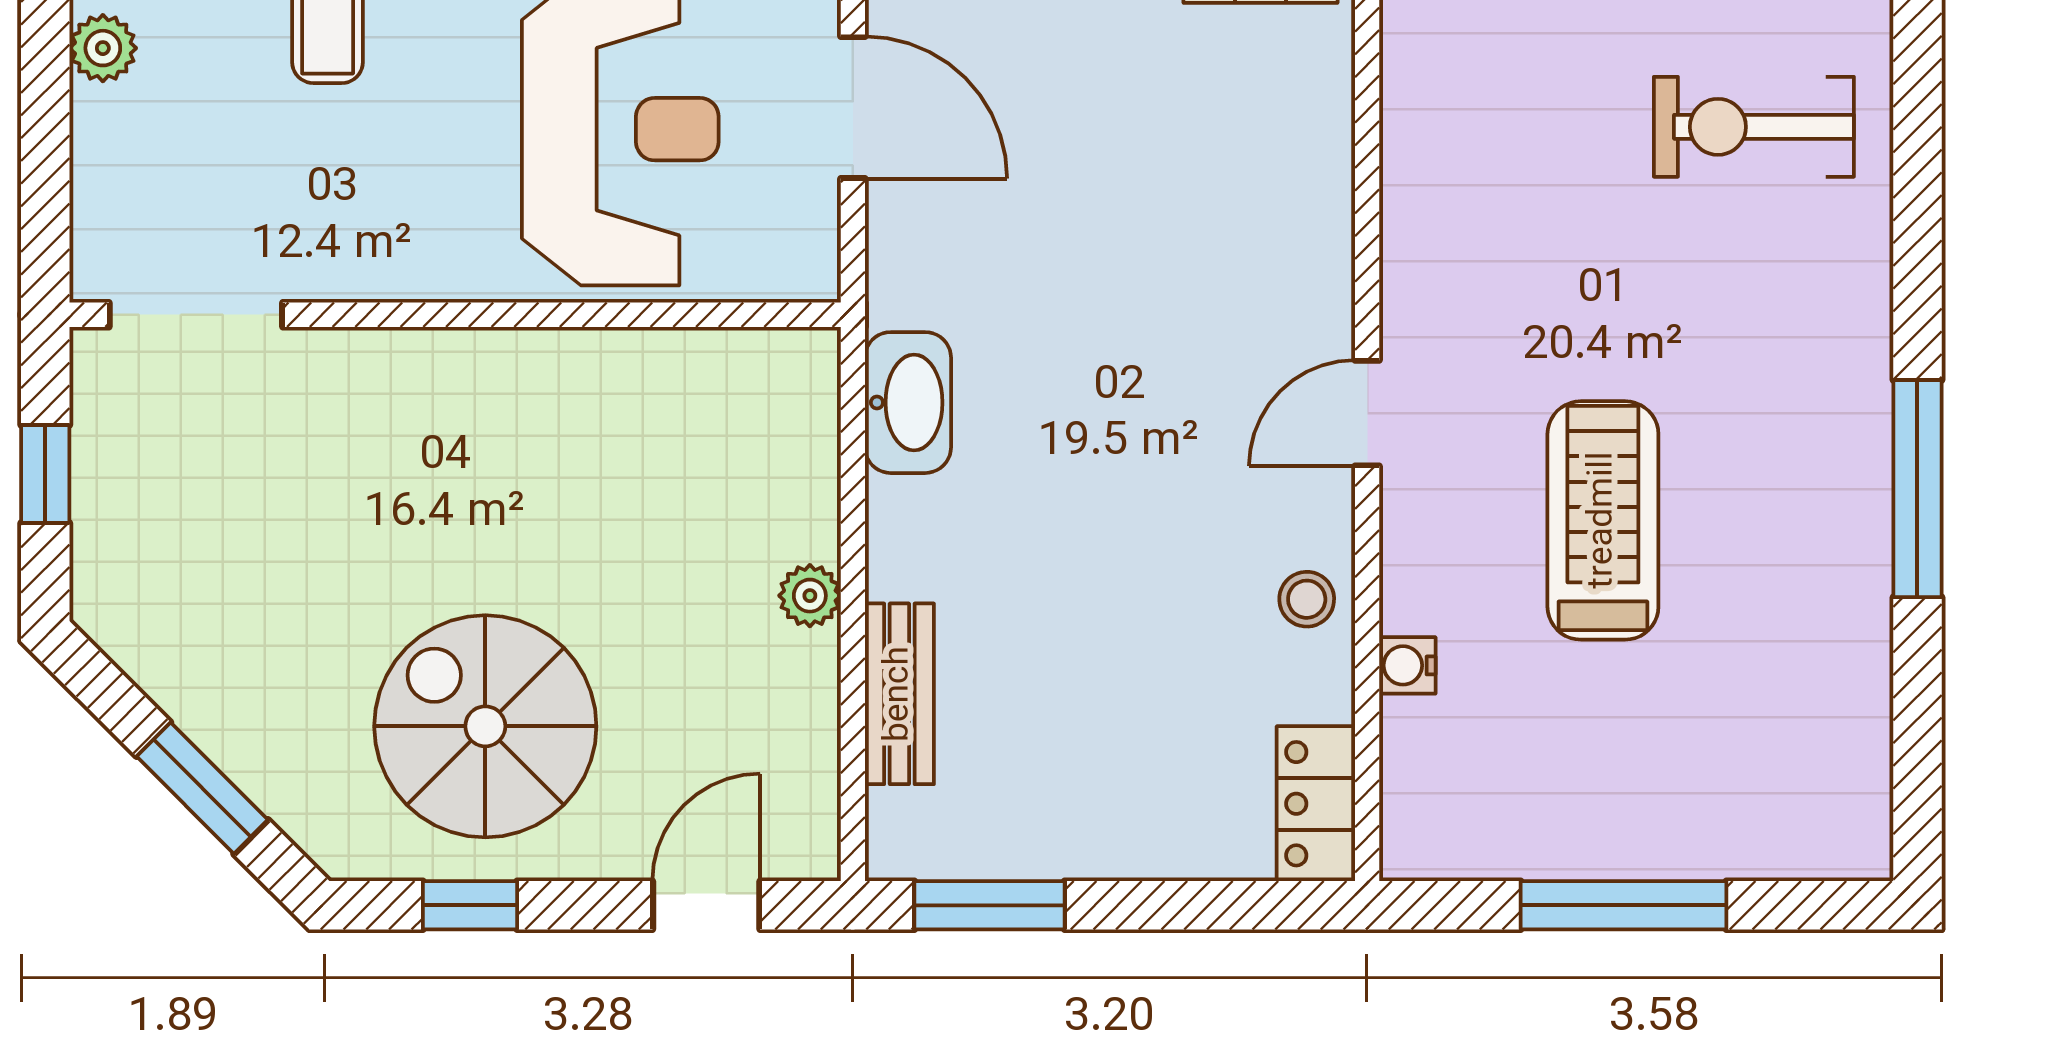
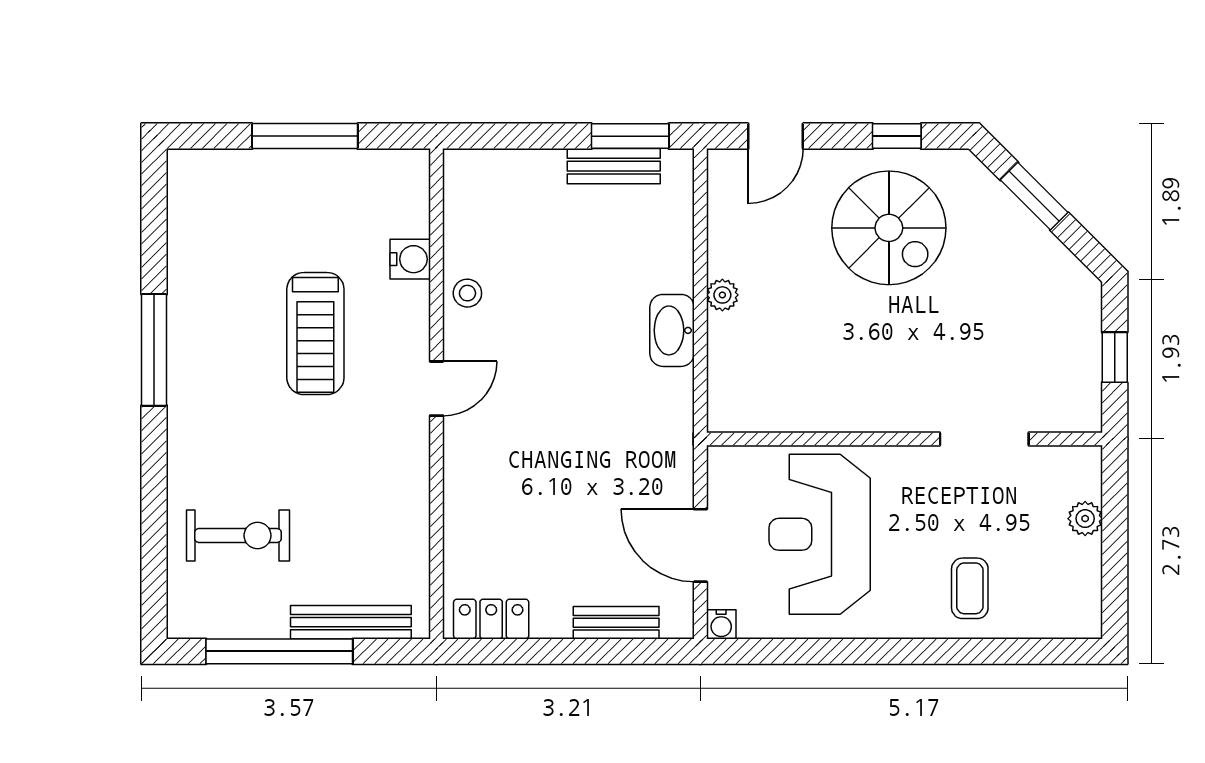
plant: (103, 48) -> (1085, 519), moved
doorway: (196, 315) -> (984, 439), moved
washbasin: (908, 403) -> (672, 330), moved
water cooler: (1407, 665) -> (410, 259), width x1.38, depth x1.38
bench: (899, 694) -> (614, 166), moved, turned 90
locker: (1316, 804) -> (463, 188), removed

